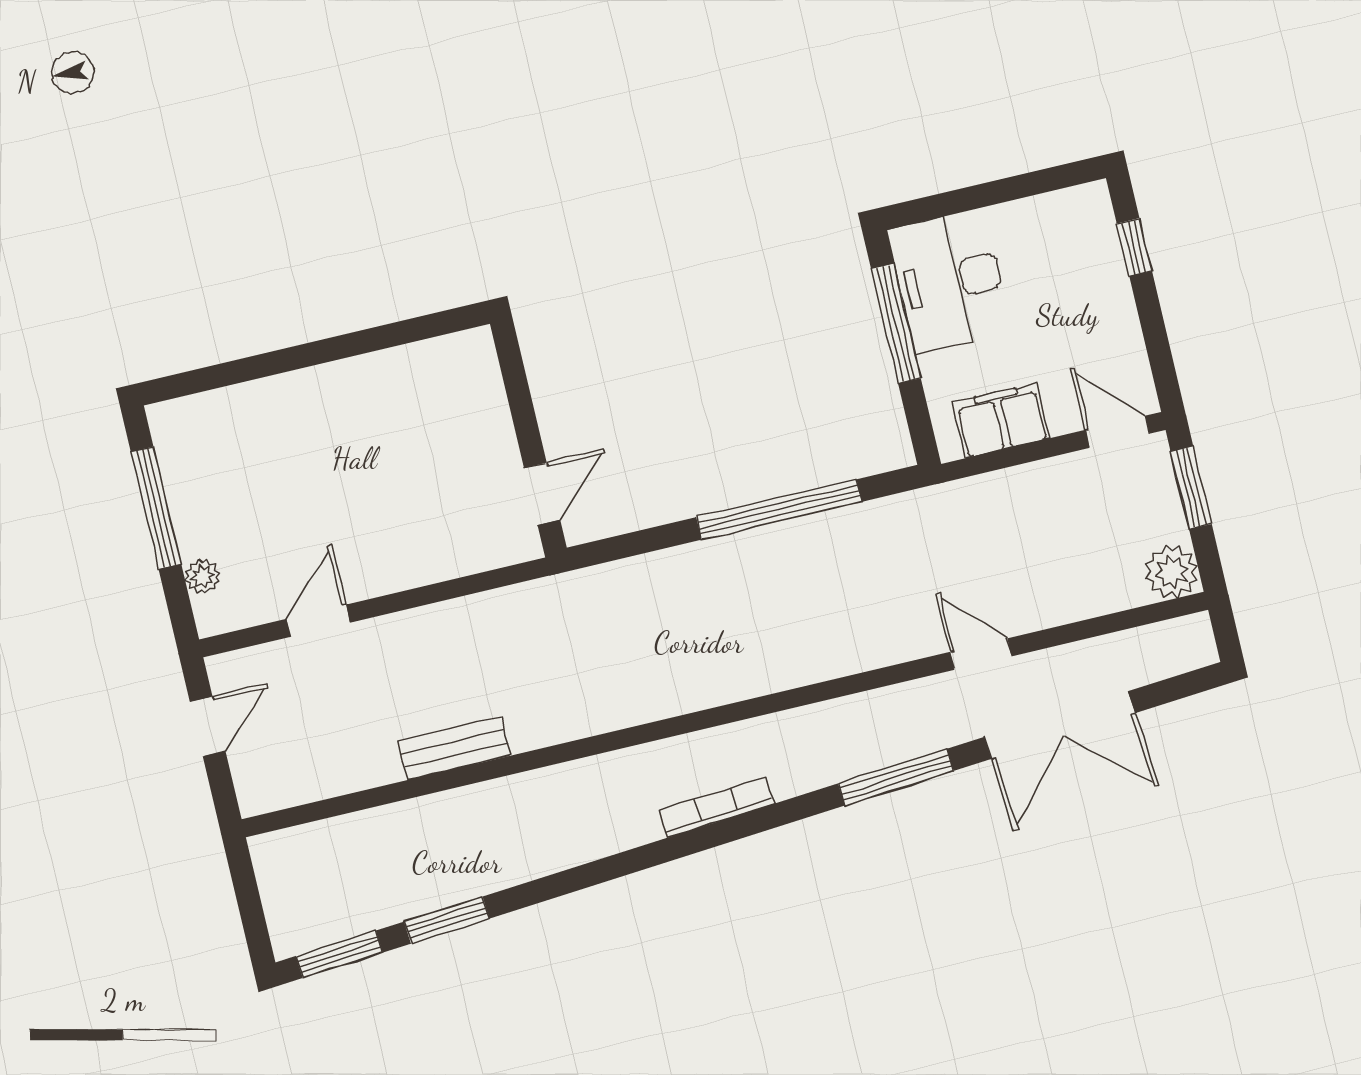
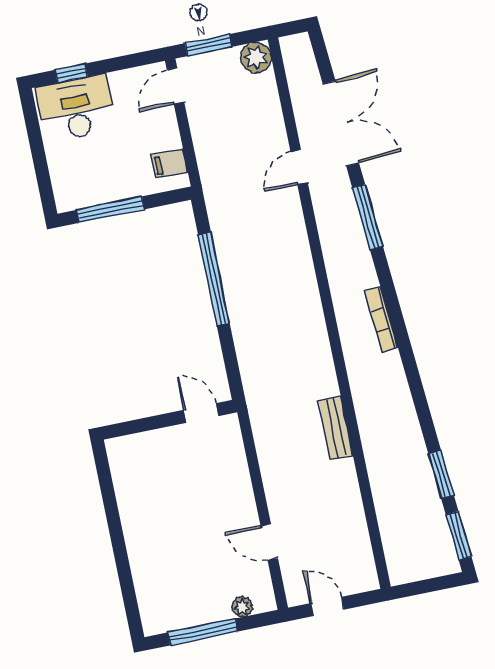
desk: (950, 281) -> (76, 108), moved, turned 180
filing cabinet: (1001, 420) -> (170, 163), width x0.50
bench: (454, 748) -> (336, 428), moved

